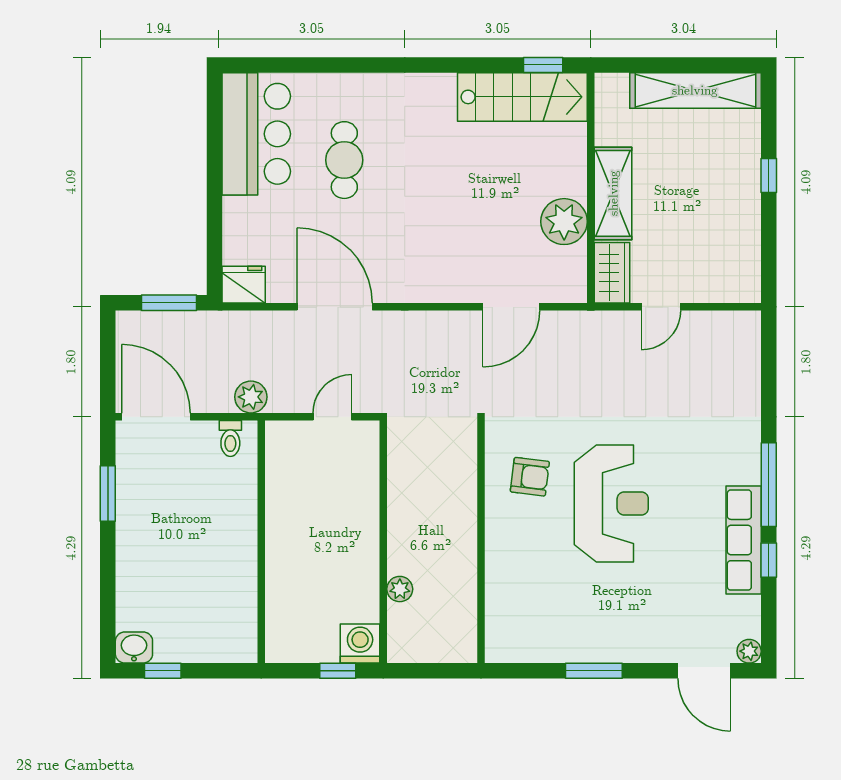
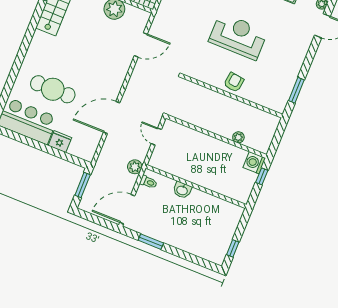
cafe table: (344, 160) -> (53, 89), width x1.37, depth x1.35
fridge: (244, 285) -> (60, 142), moved, turned 90
door: (511, 307) -> (141, 45), hinge flipped
armchair: (530, 477) -> (234, 82), moved
washbasin: (134, 648) -> (182, 190), moved, turned -90
window: (594, 671) -> (296, 90), moved

